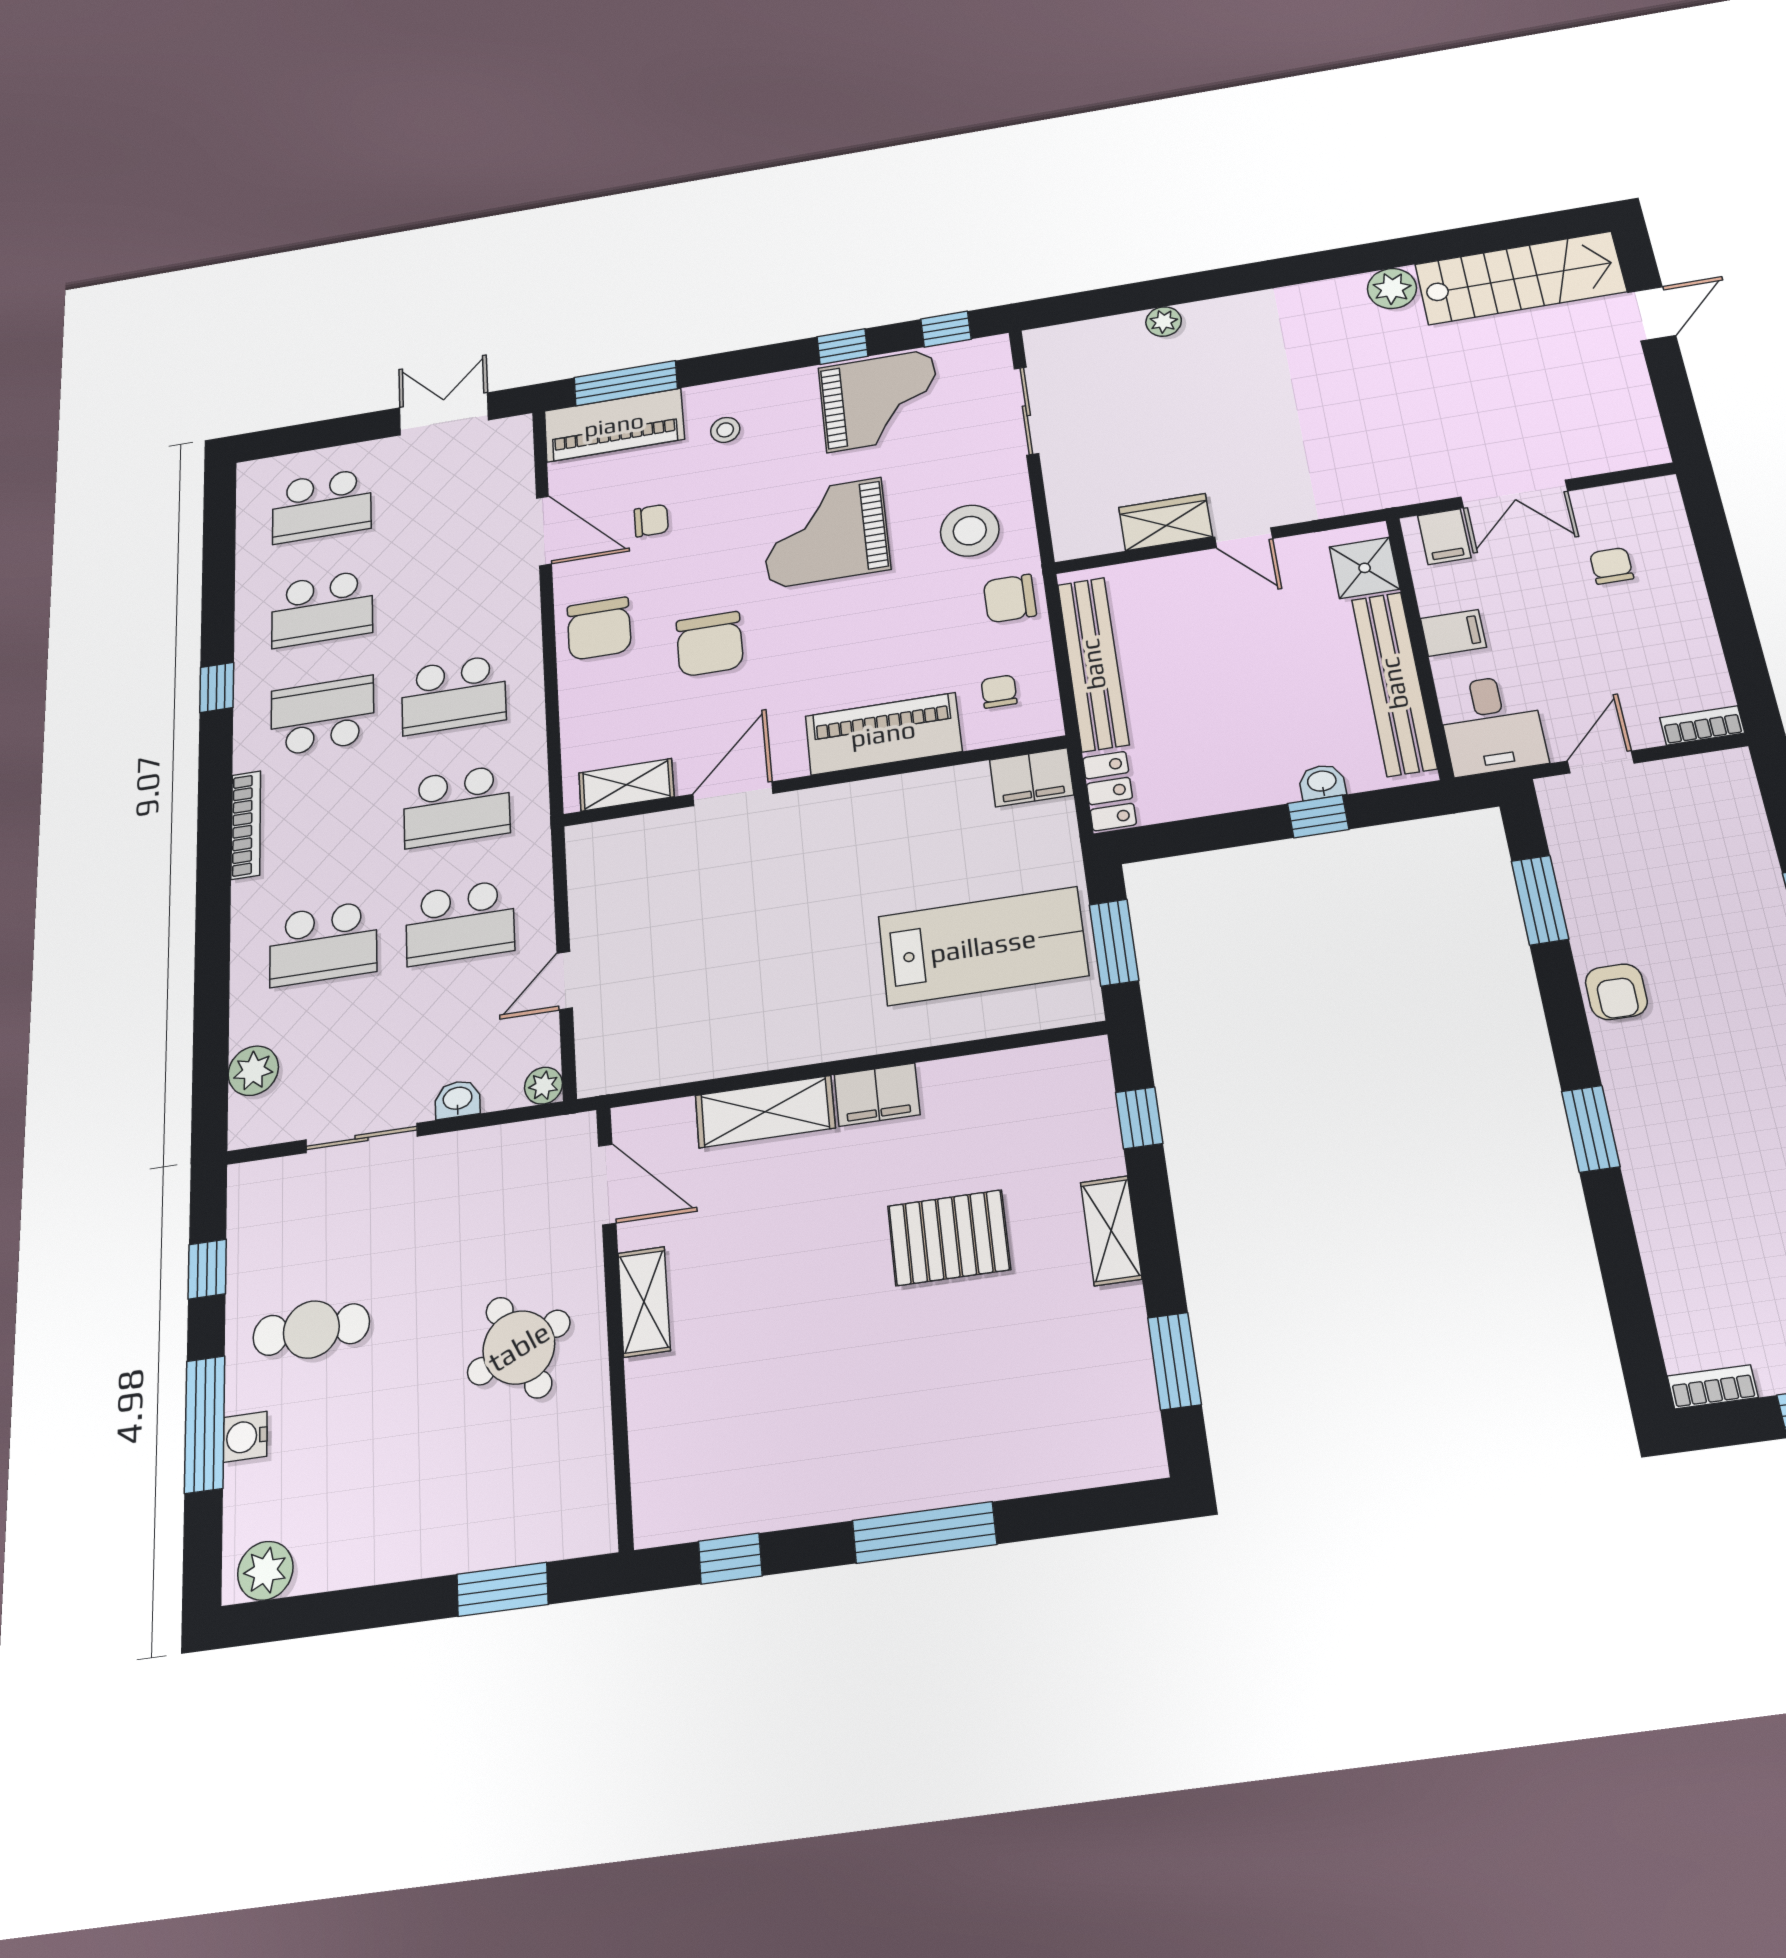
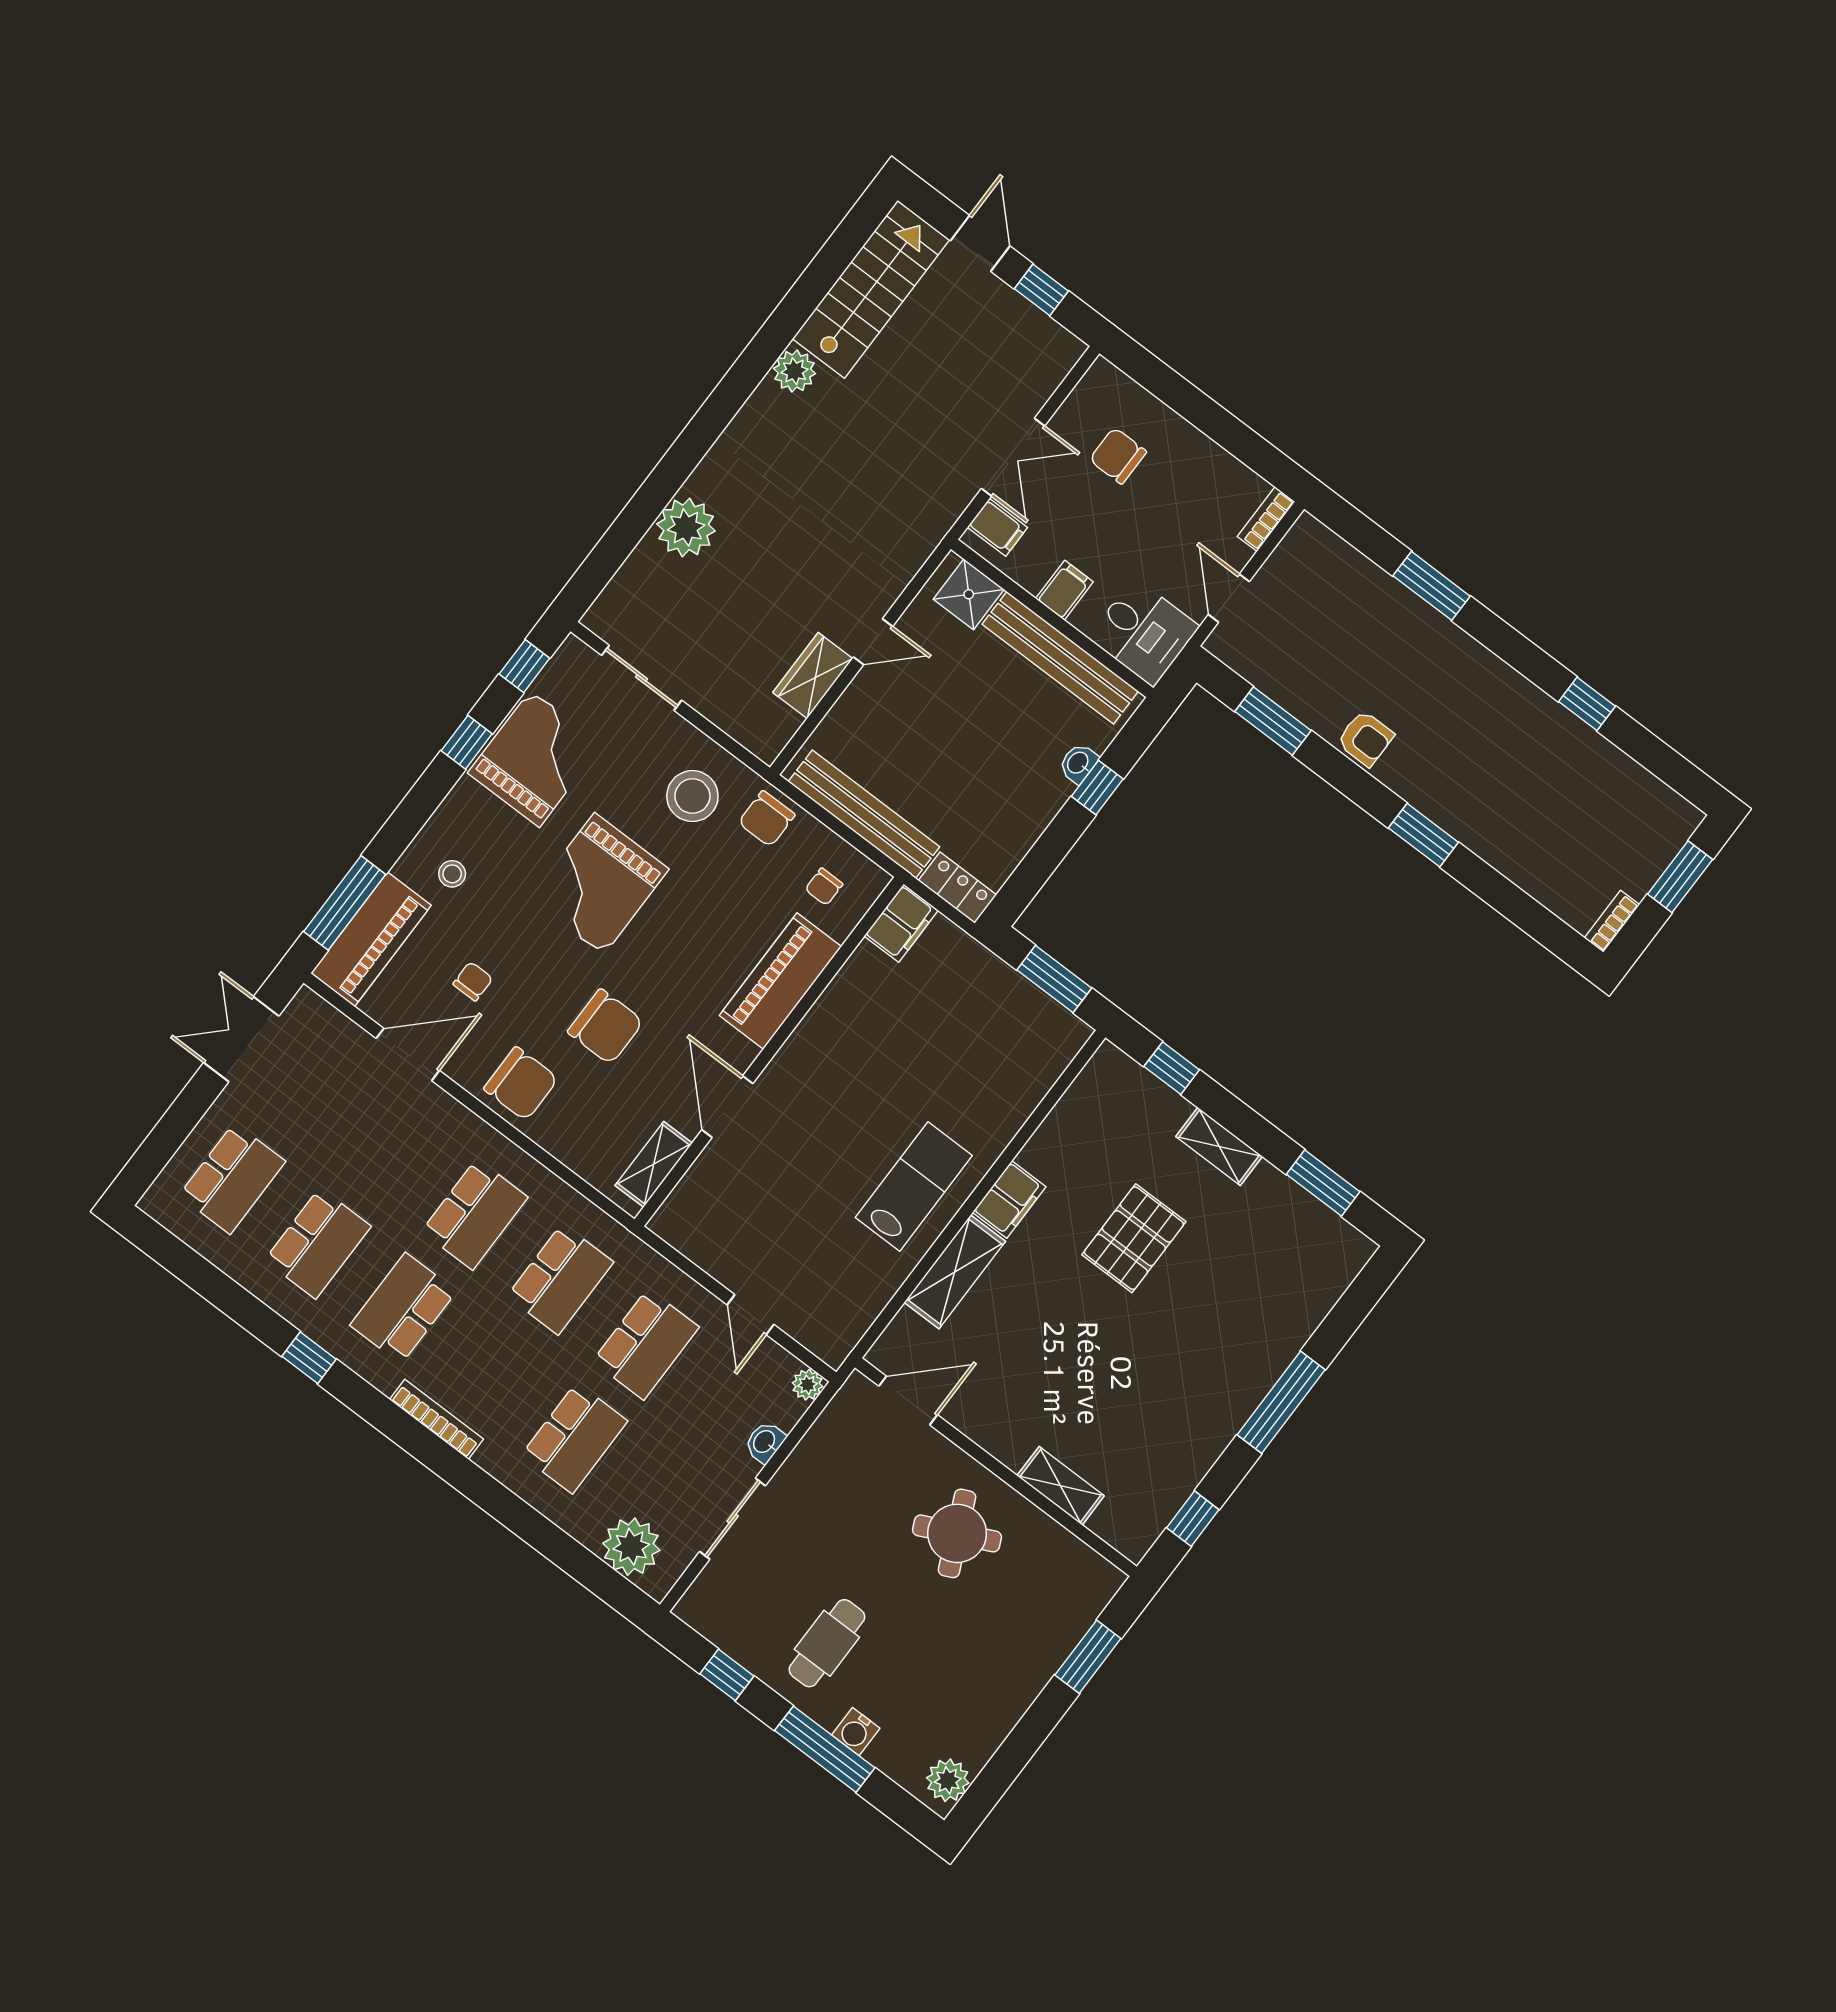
plant: (1164, 322) -> (686, 527), width x1.88, depth x1.88
window: (1672, 387) -> (1041, 290), added
chair: (1612, 566) -> (1118, 456), width x1.37, depth x1.37
chair: (999, 692) -> (824, 887), turned -90
lab bench: (983, 946) -> (914, 1187), moved, width x0.73, depth x0.72
plant: (253, 1071) -> (631, 1547), width x1.36, depth x1.36
shelving: (644, 1302) -> (1061, 1486), moved

